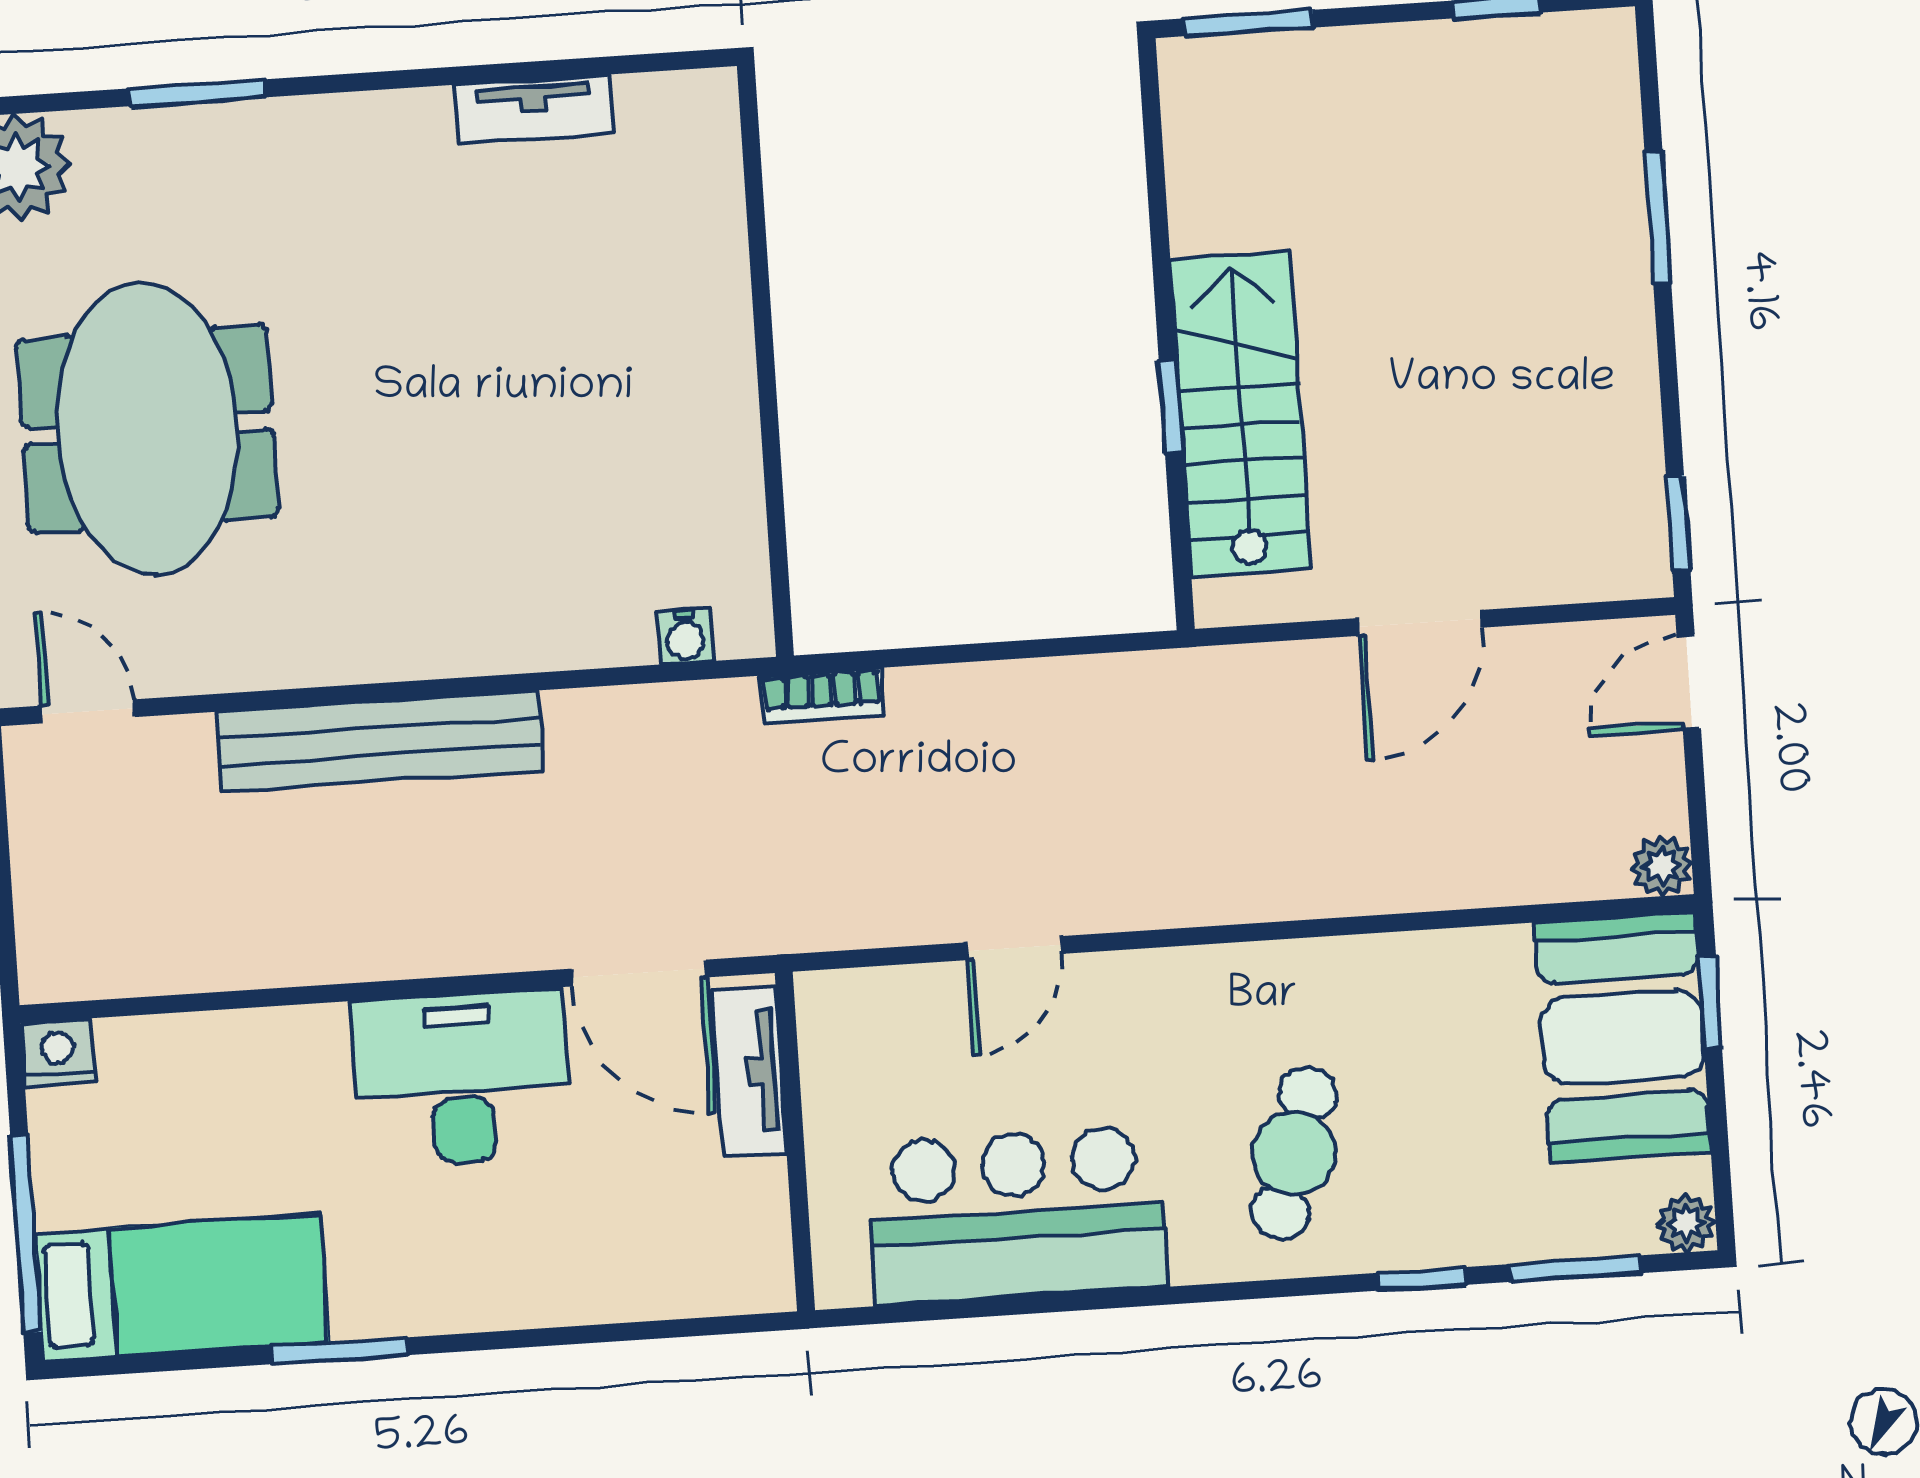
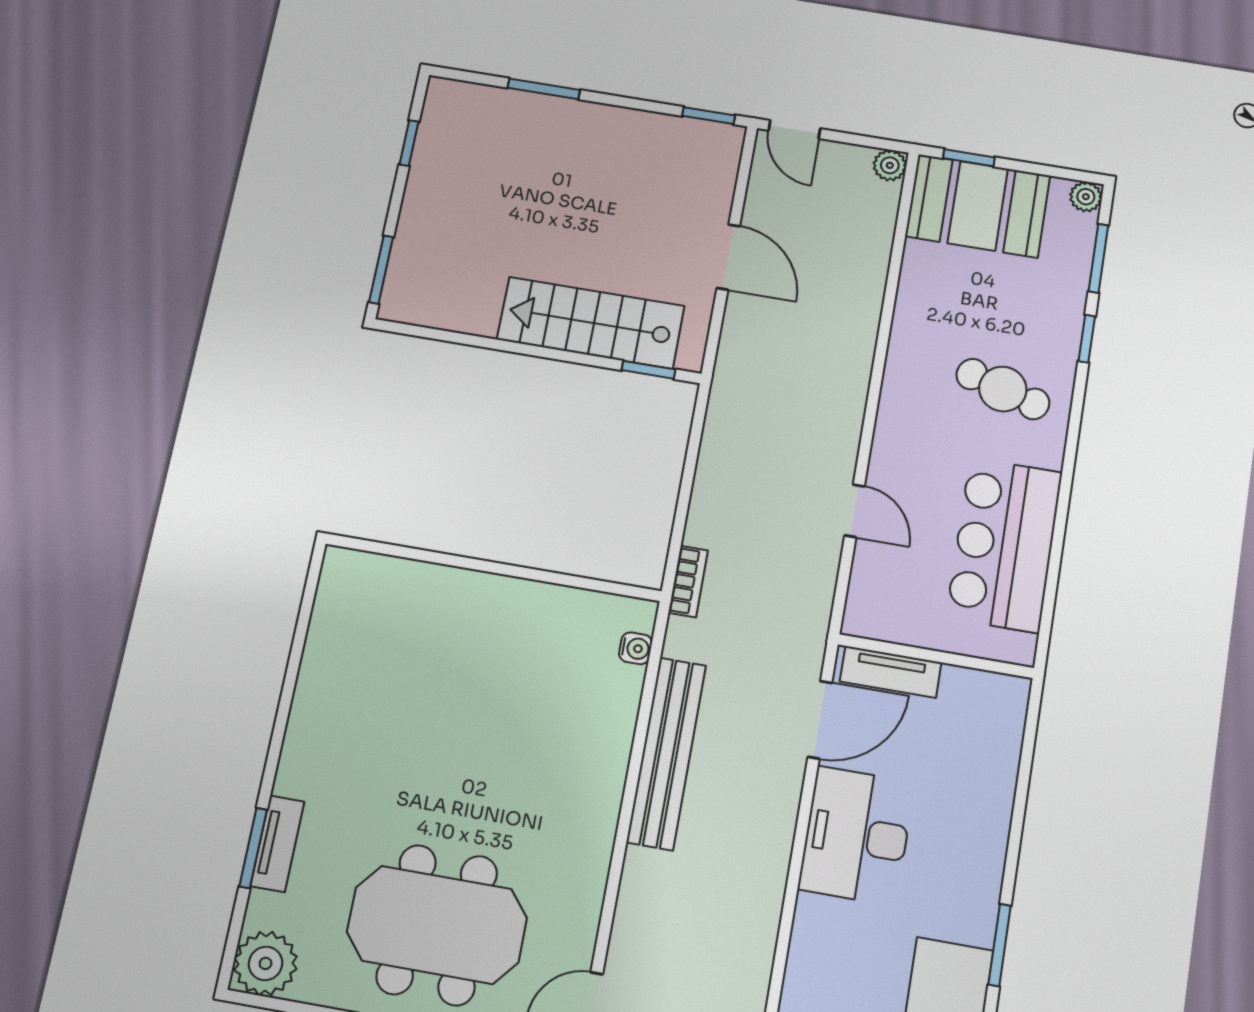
tv unit: (534, 109) -> (277, 844), moved
window: (1171, 407) -> (648, 370), moved
bench: (380, 741) -> (666, 753), moved

